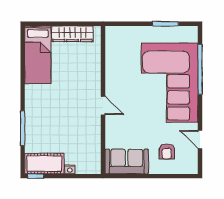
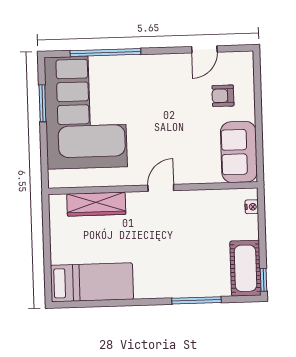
wardrobe: (72, 34) -> (96, 204), moved, turned 90
corner sofa: (170, 83) -> (86, 112), moved, turned -90
armchair: (167, 151) -> (223, 96), turned 180
nightstand: (70, 169) -> (252, 207), moved

